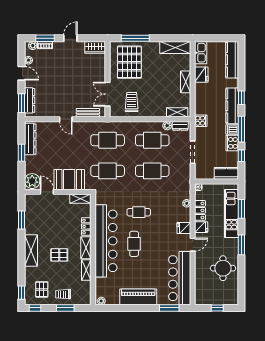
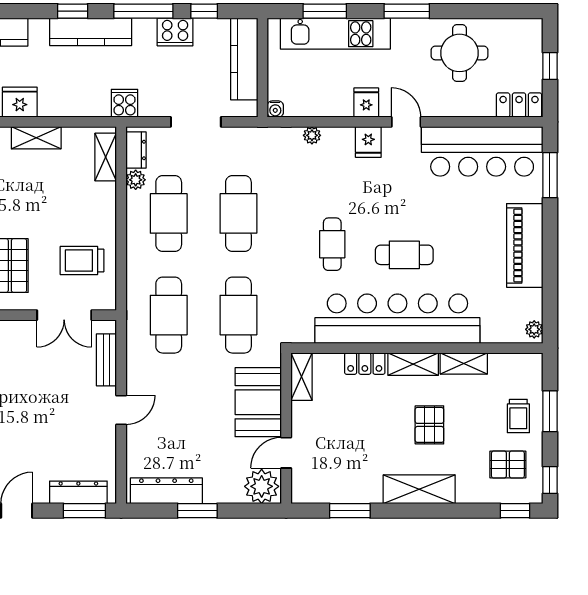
dishwasher: (232, 129) -> (144, 32), removed
kitchen counter: (226, 173) -> (244, 59), width x1.50
locker: (200, 210) -> (519, 105), moved

